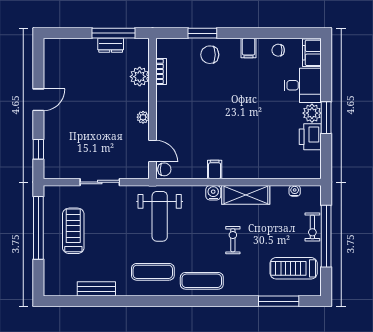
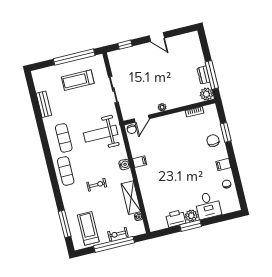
filing cabinet: (312, 53) -> (230, 206), removed
plant: (140, 77) -> (206, 94), moved
shelving: (246, 195) -> (131, 198), moved
treadmill: (73, 231) -> (78, 80), turned 180

